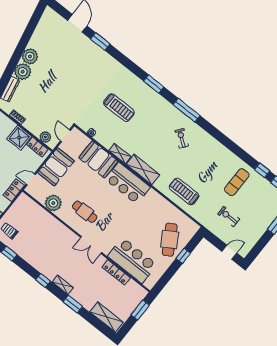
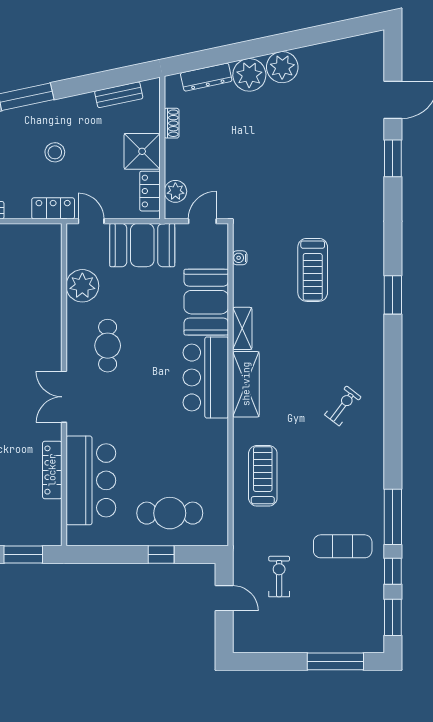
window: (187, 110) -> (393, 517), moved
cafe table: (170, 240) -> (170, 513), turned 31
door: (229, 252) -> (224, 598), moved

